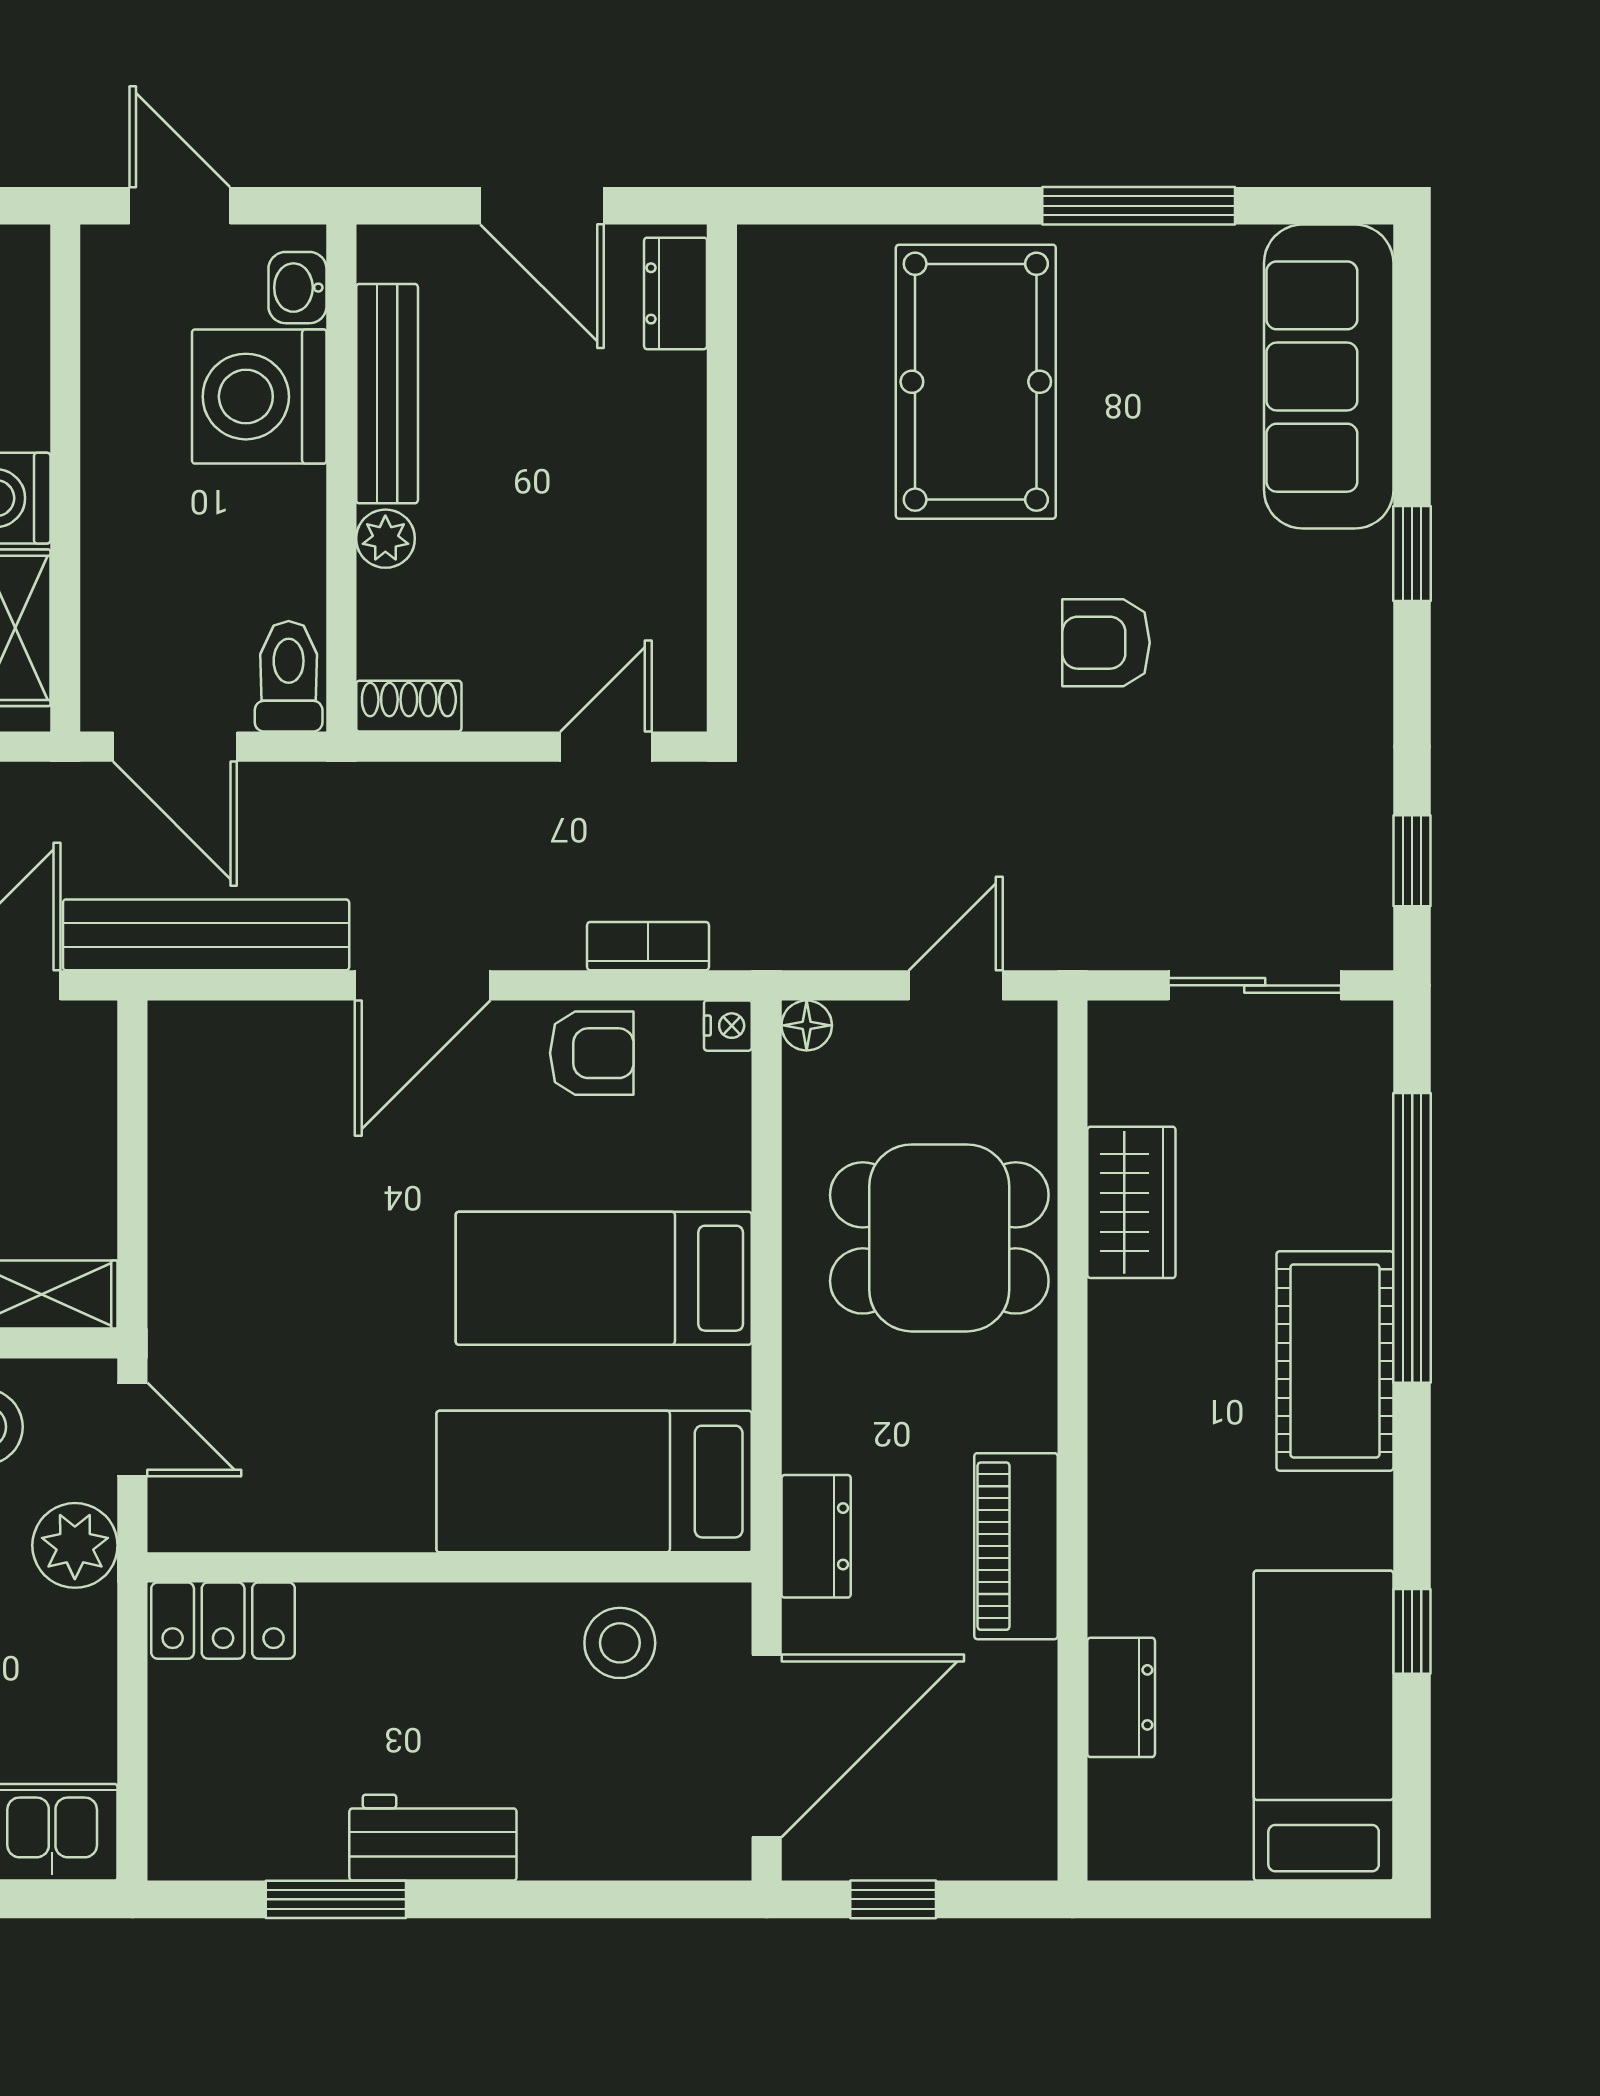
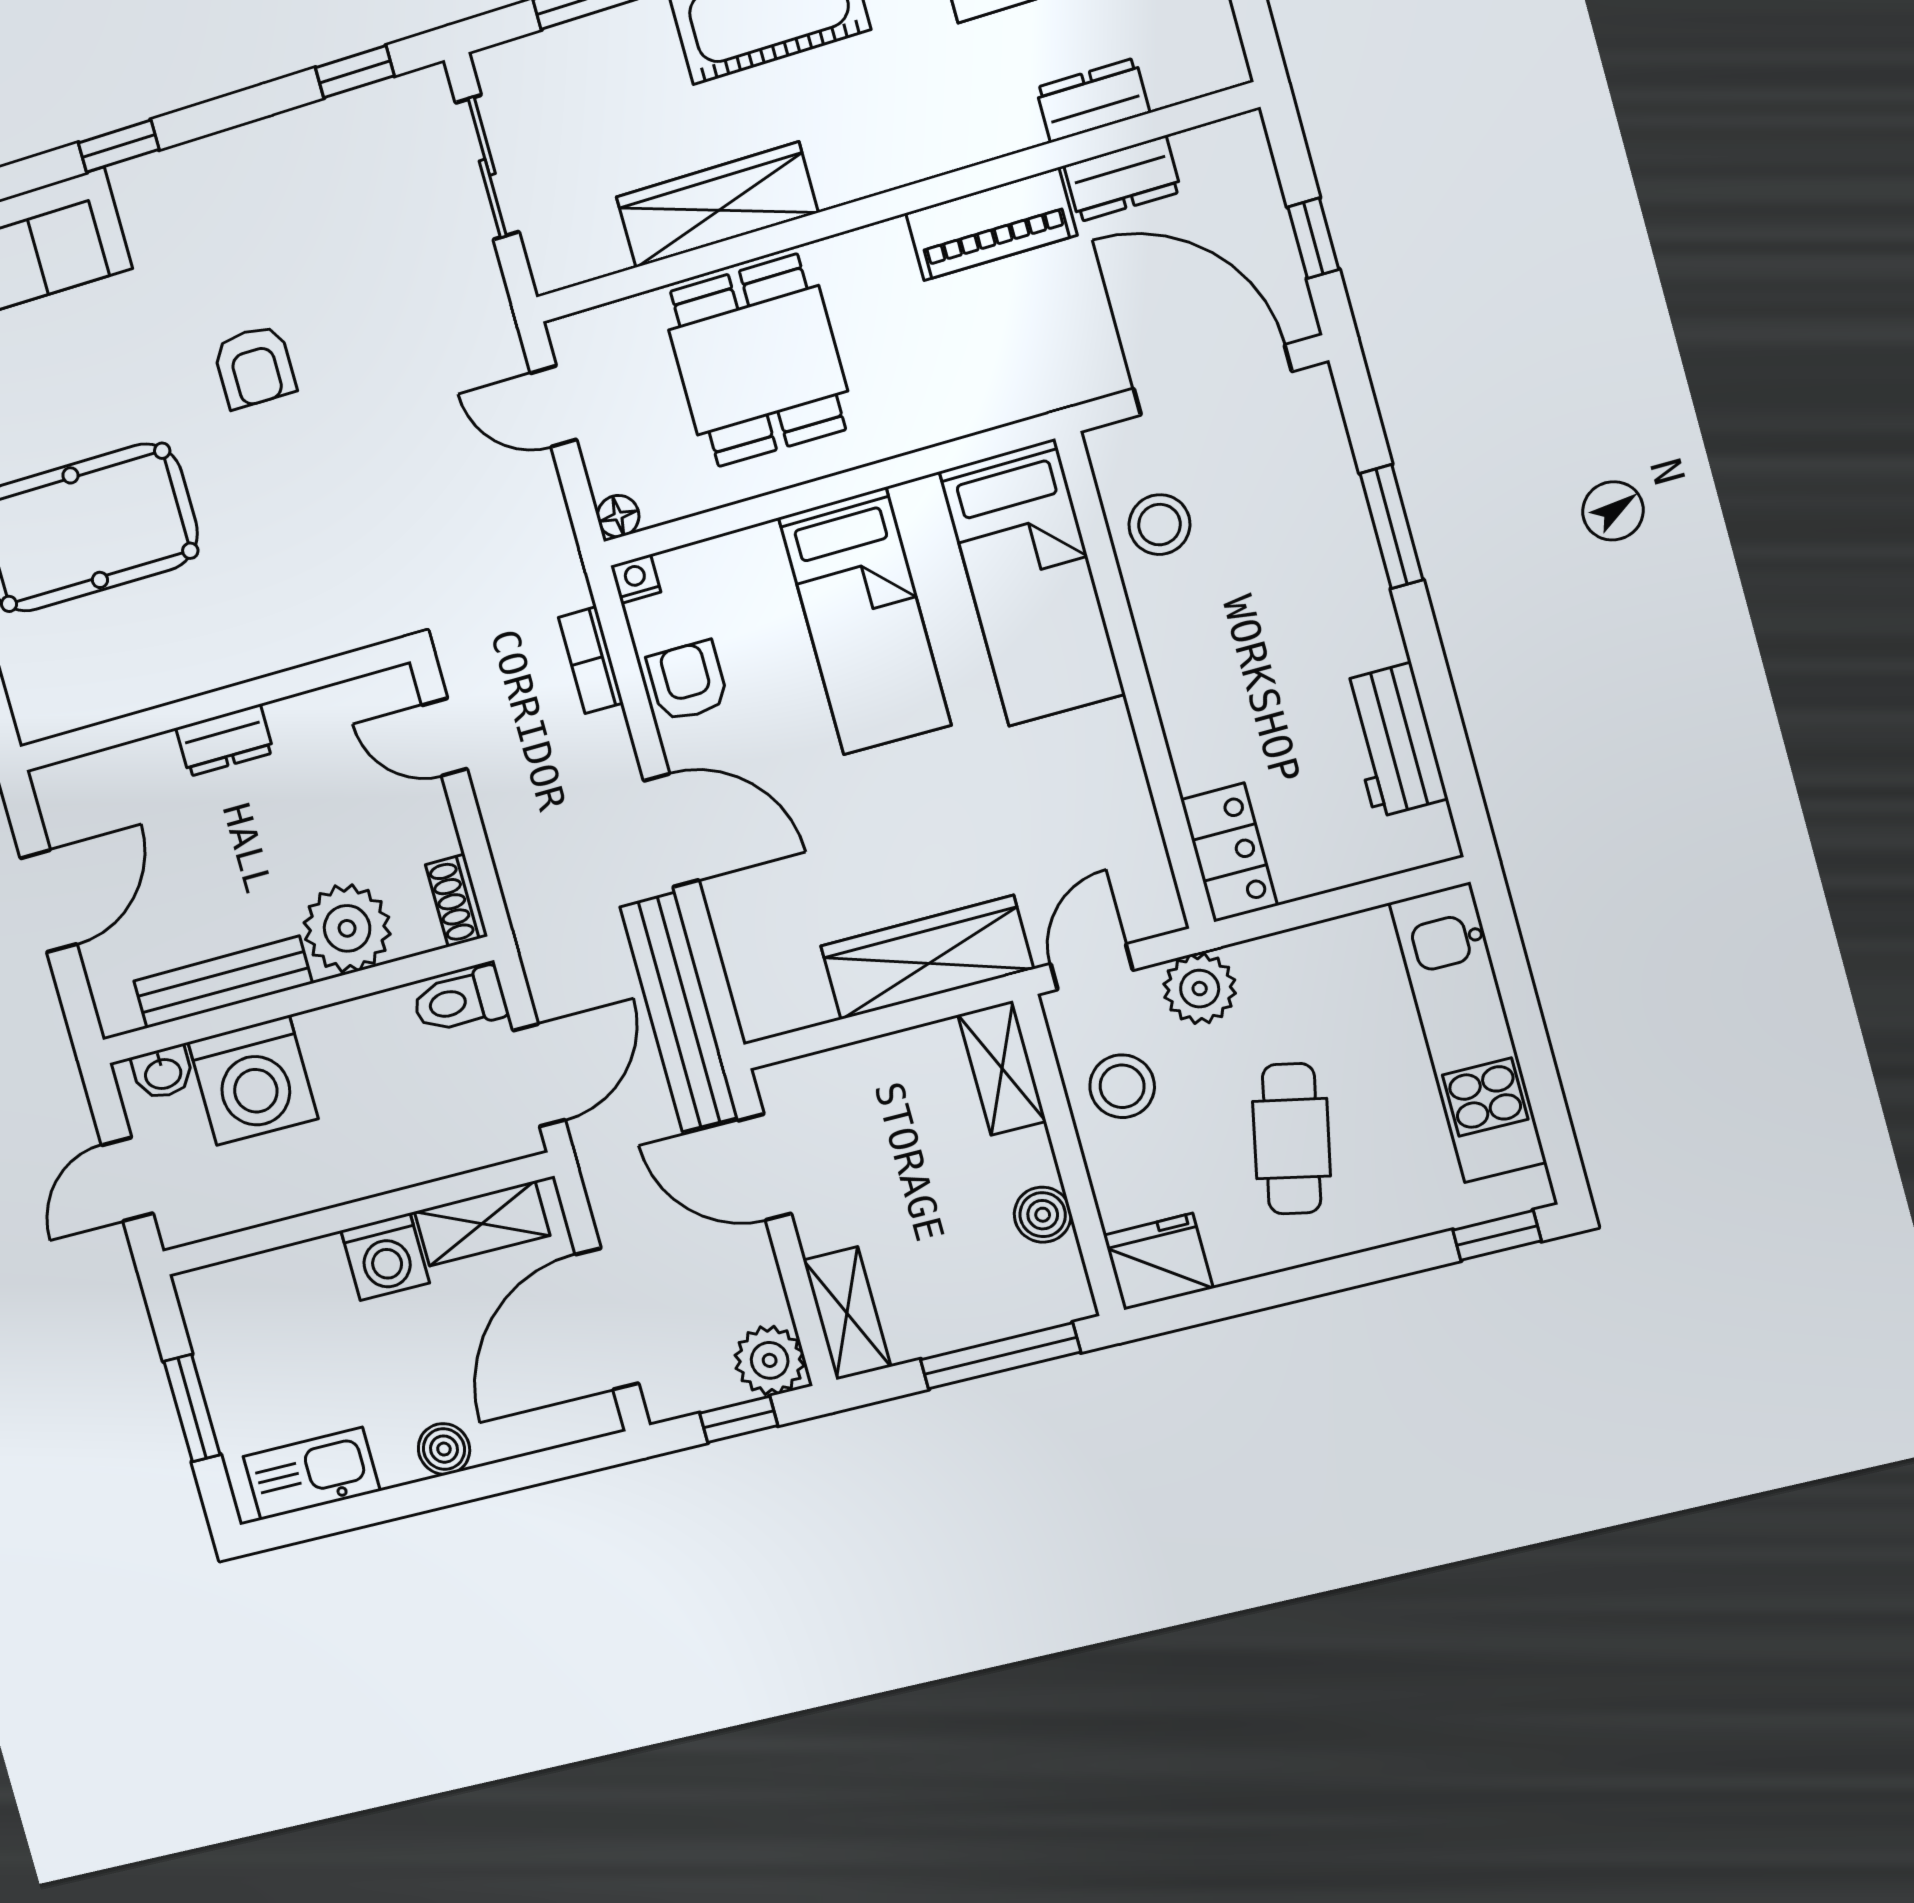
dresser: (676, 293) -> (225, 740), moved
plant: (385, 539) -> (347, 928), width x1.87, depth x1.87
wardrobe: (1131, 1202) -> (717, 205), width x1.50
wardrobe: (194, 1243) -> (927, 958), added
dresser: (816, 1536) -> (1122, 179), moved, turned 180
workbench: (433, 1838) -> (1393, 740), moved
window: (336, 1899) -> (1391, 527), moved

